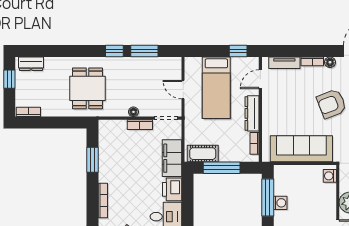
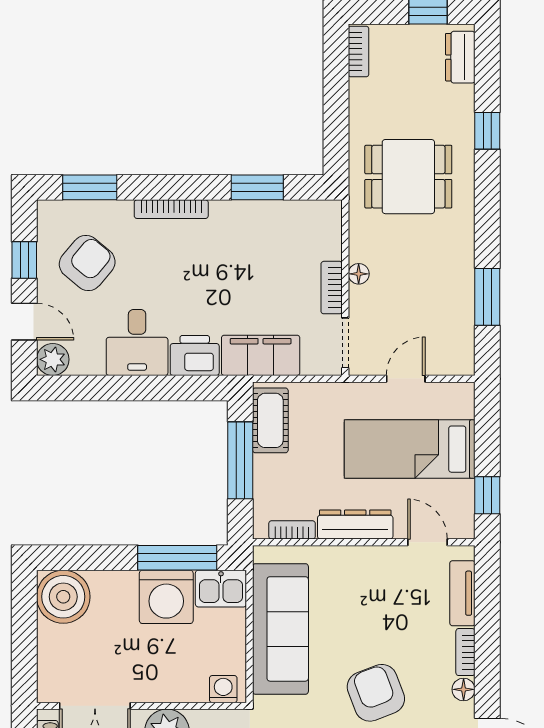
window: (114, 51) -> (487, 131), moved
kitchen sink: (282, 177) -> (221, 589), added
washing machine: (280, 203) -> (166, 597), width x1.89, depth x1.89

